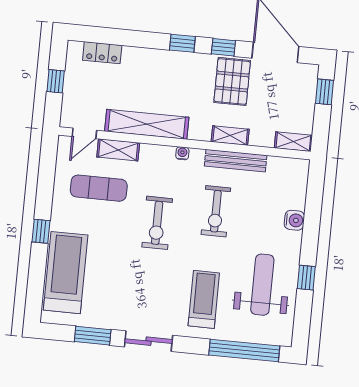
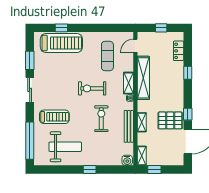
window: (182, 43) -> (188, 73), moved
window: (325, 92) -> (154, 169), moved
door: (84, 133) -> (135, 46), hinge flipped
shelving: (118, 150) -> (128, 83), moved
exercise bike: (216, 211) -> (101, 119), turned 90
water cooler: (294, 220) -> (127, 160), moved
window: (41, 231) -> (61, 28), moved
window: (306, 278) -> (90, 169), moved

